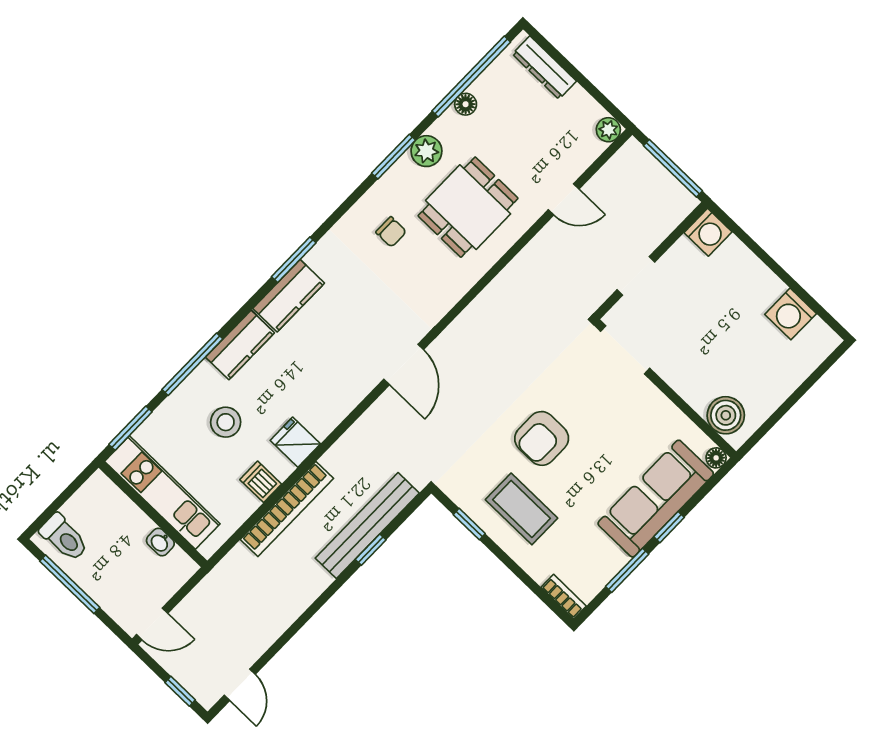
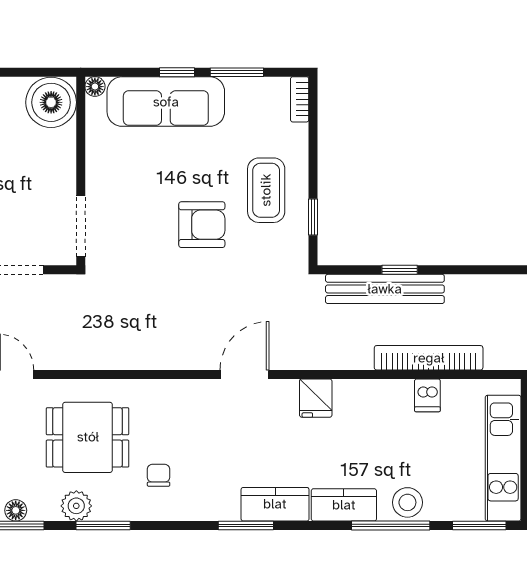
boiler: (726, 415) -> (51, 102), width x1.37, depth x1.37
stool: (226, 422) -> (407, 502), moved
fridge: (295, 442) -> (316, 398), moved

